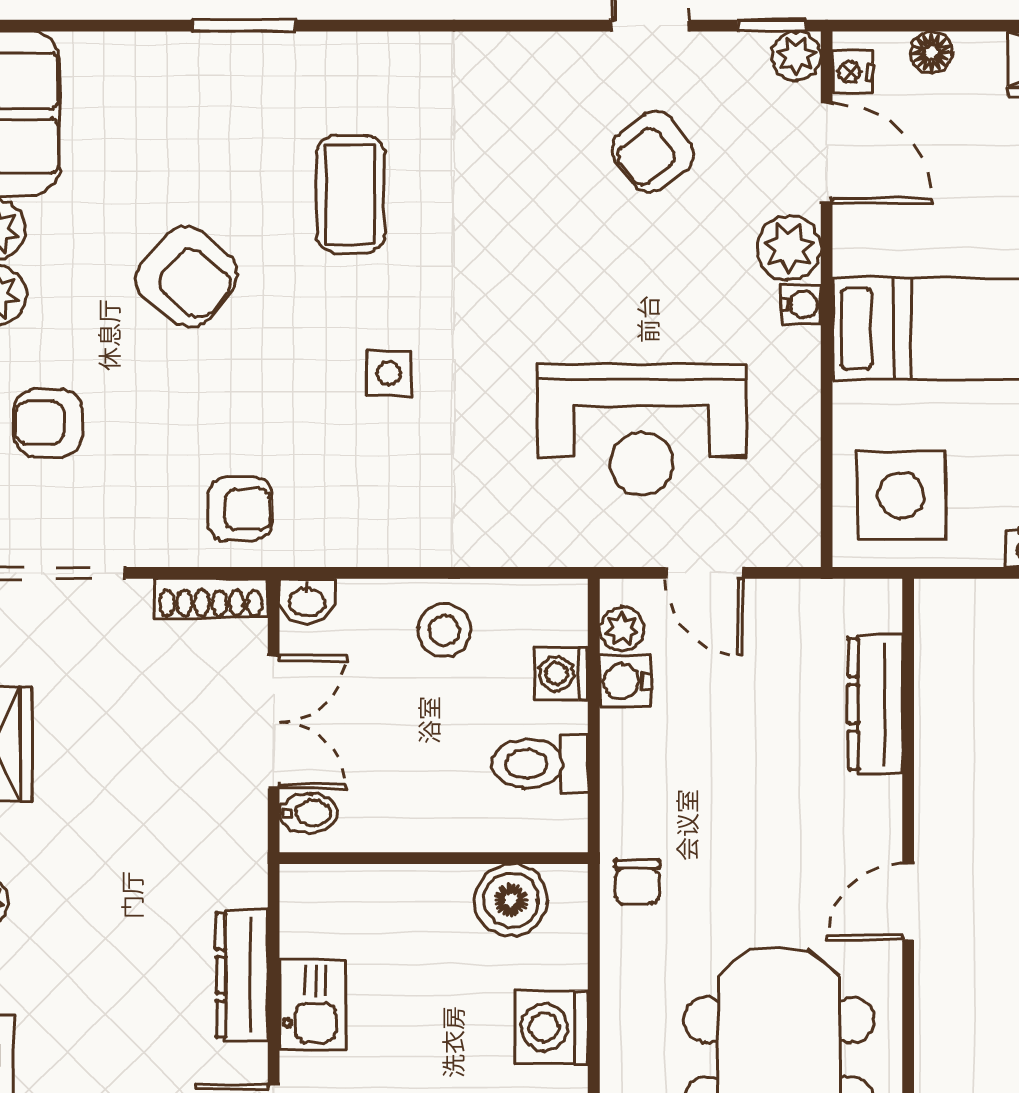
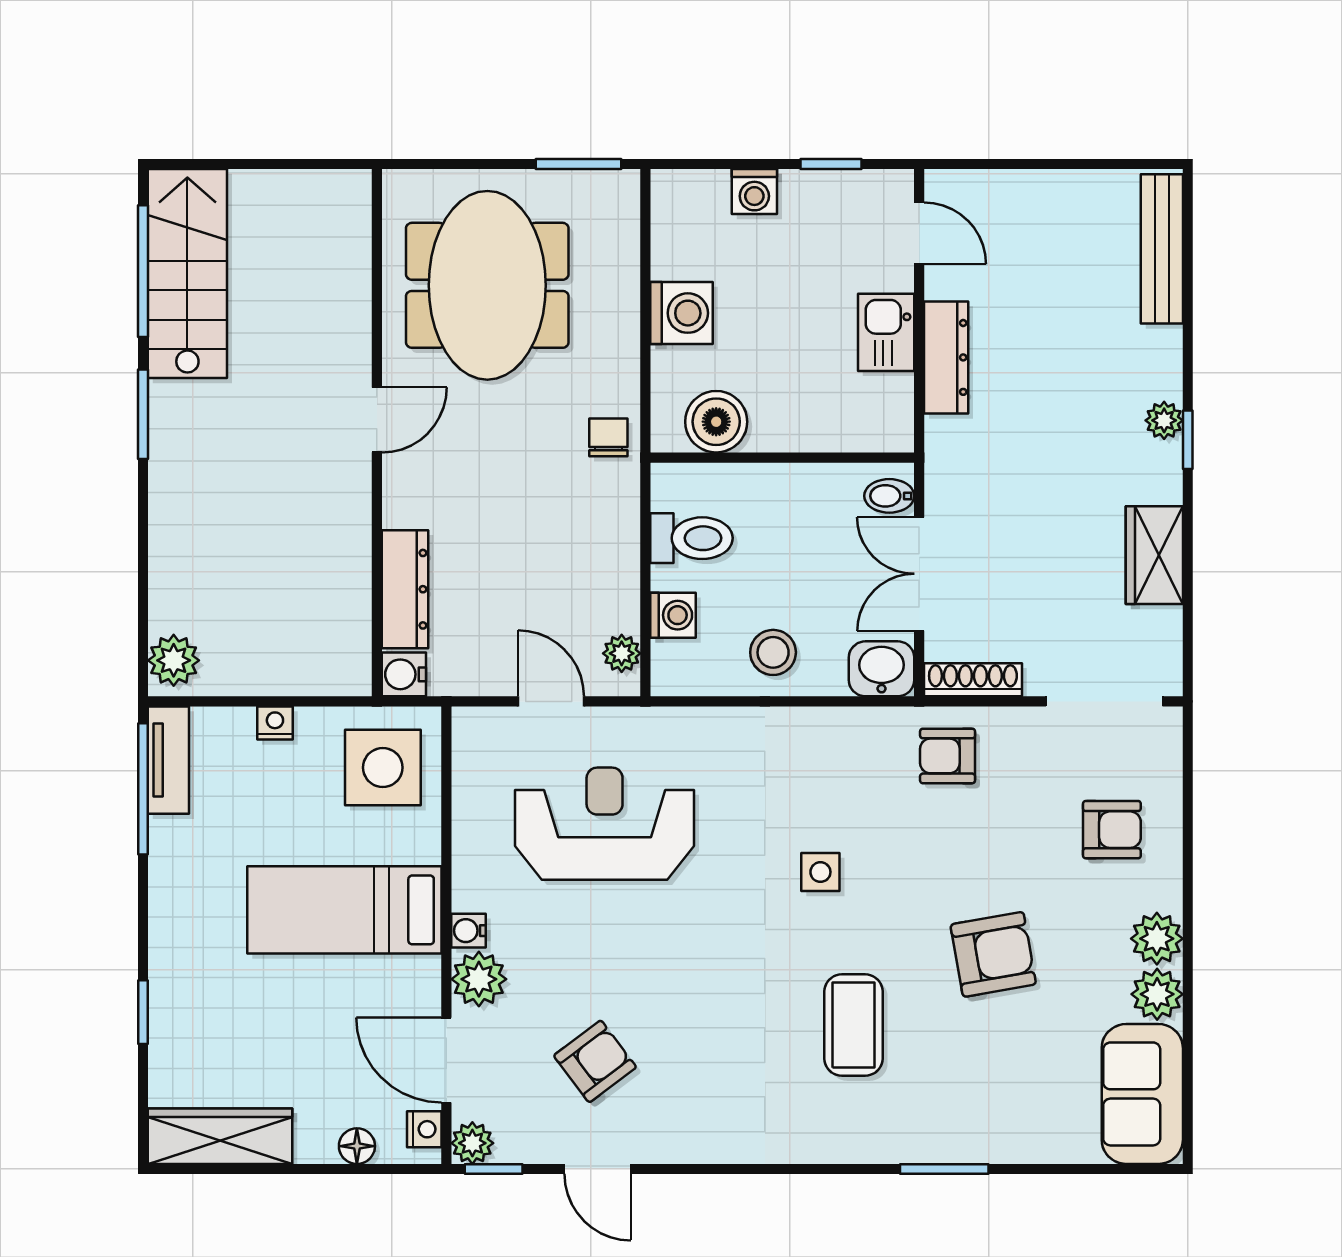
armchair: (187, 277) -> (993, 954), turned 131
washbasin: (307, 601) -> (882, 669), width x1.38, depth x1.45
water cooler: (625, 681) -> (404, 674), moved, turned 180

